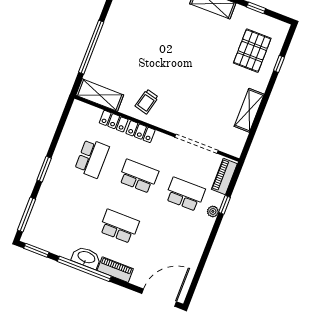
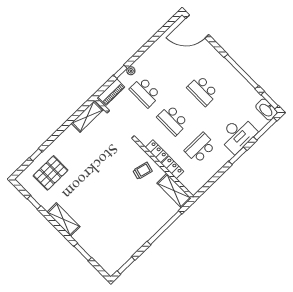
shelving: (249, 110) -> (87, 117), moved
desk: (56, 194) -> (238, 134), added
washbasin: (86, 258) -> (266, 110), moved
piano: (115, 270) -> (219, 61), removed

